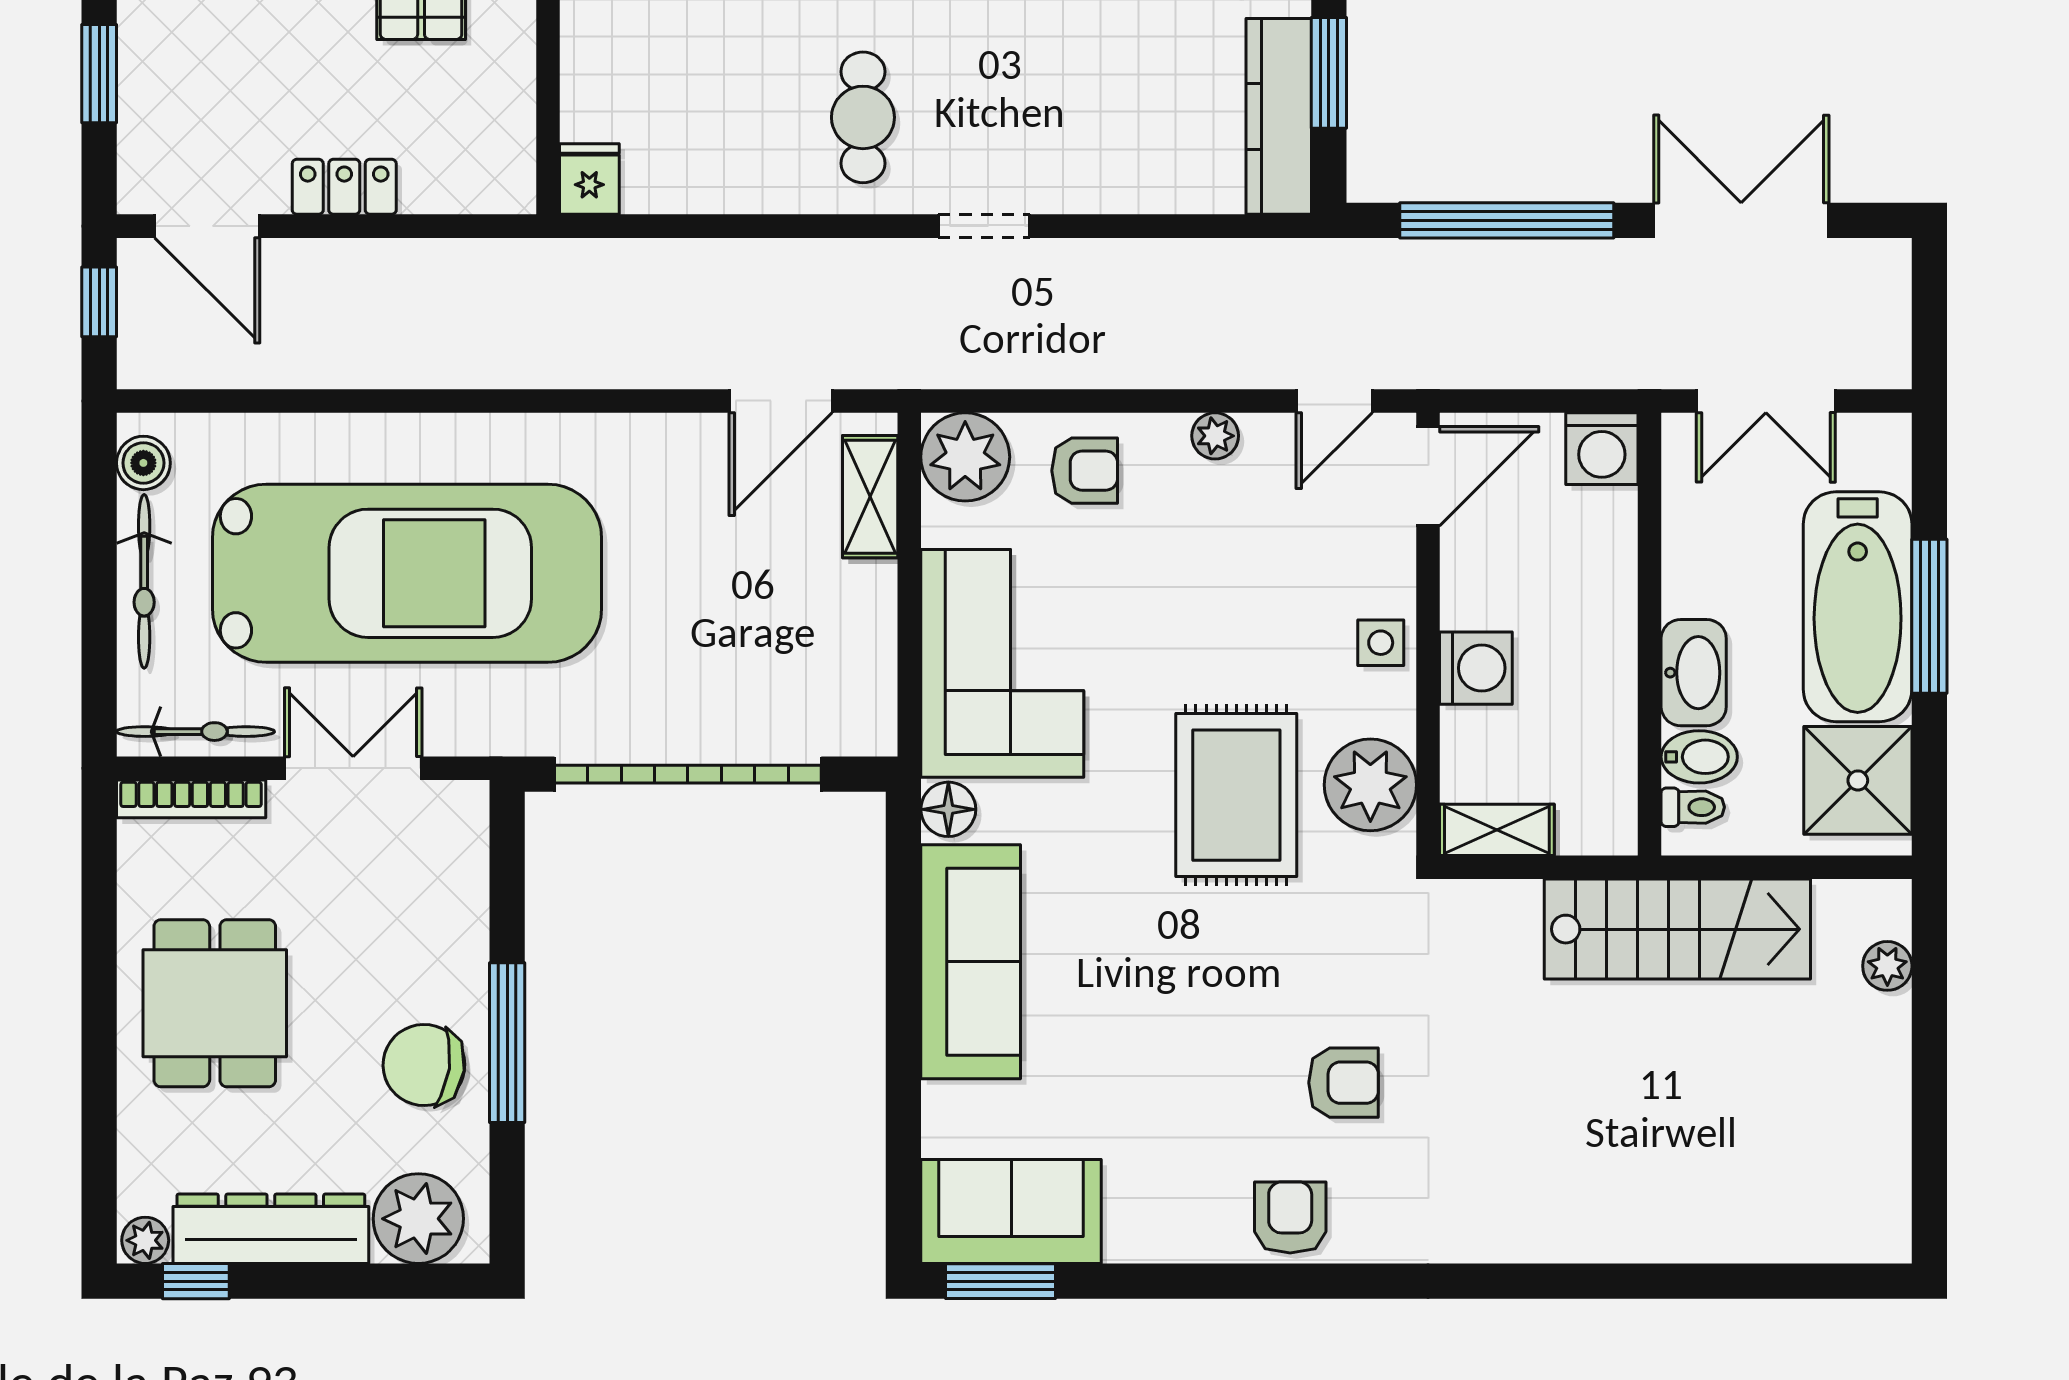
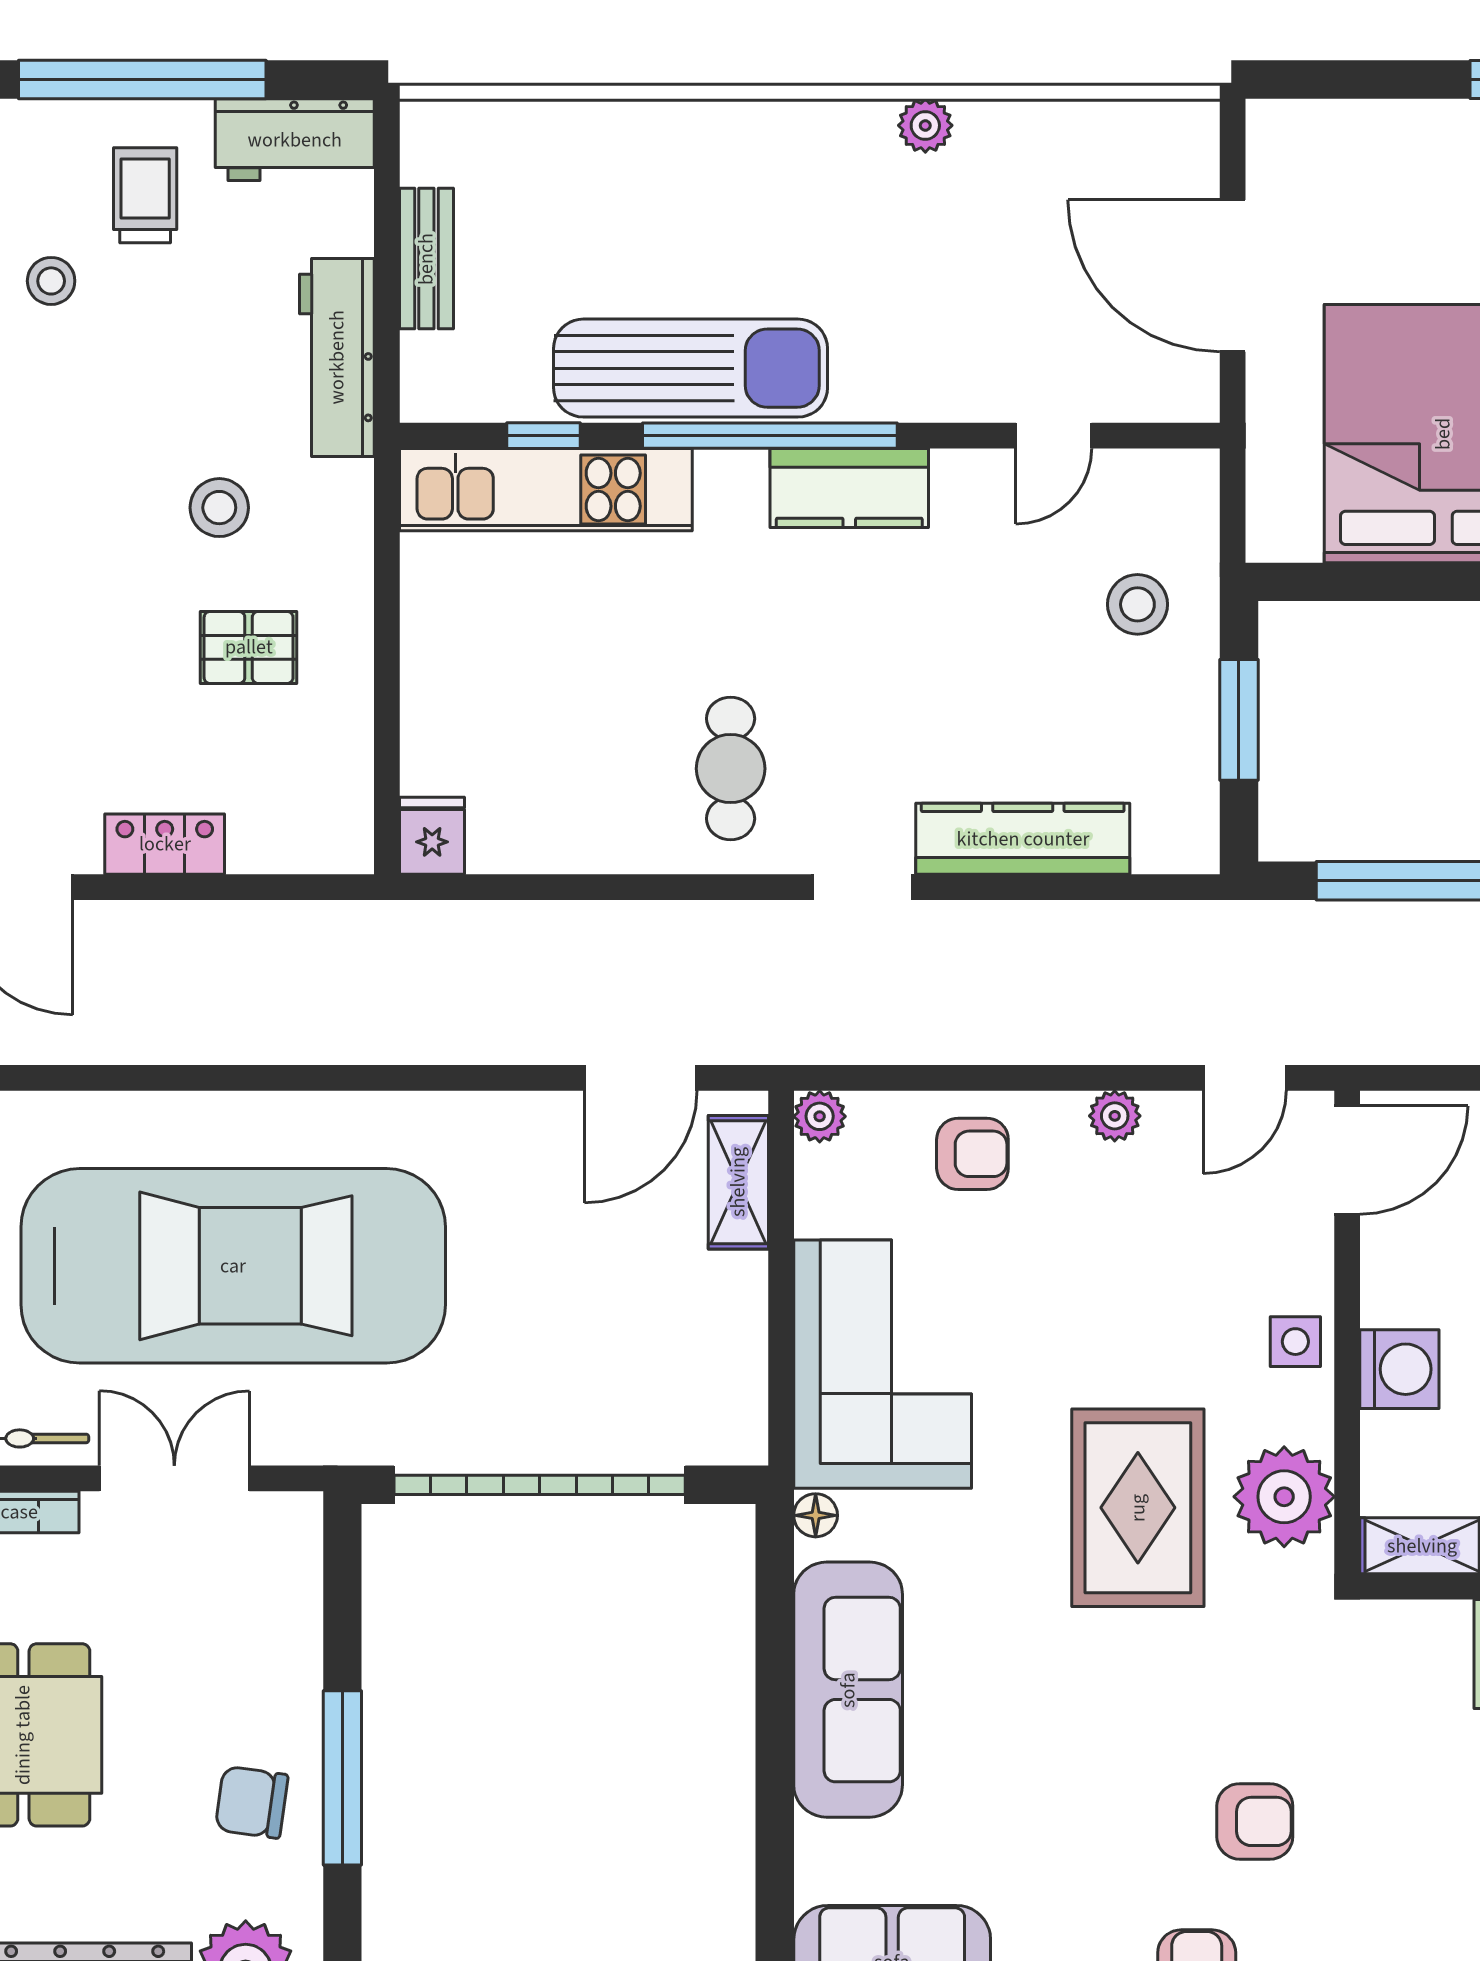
kitchen counter: (1279, 116) -> (1023, 839), moved, turned 90
plant: (965, 457) -> (820, 1116), width x0.53, depth x0.53
floor lamp: (948, 809) -> (816, 1515), width x0.73, depth x0.73
chair: (424, 1065) -> (252, 1802), width x0.73, depth x0.73

